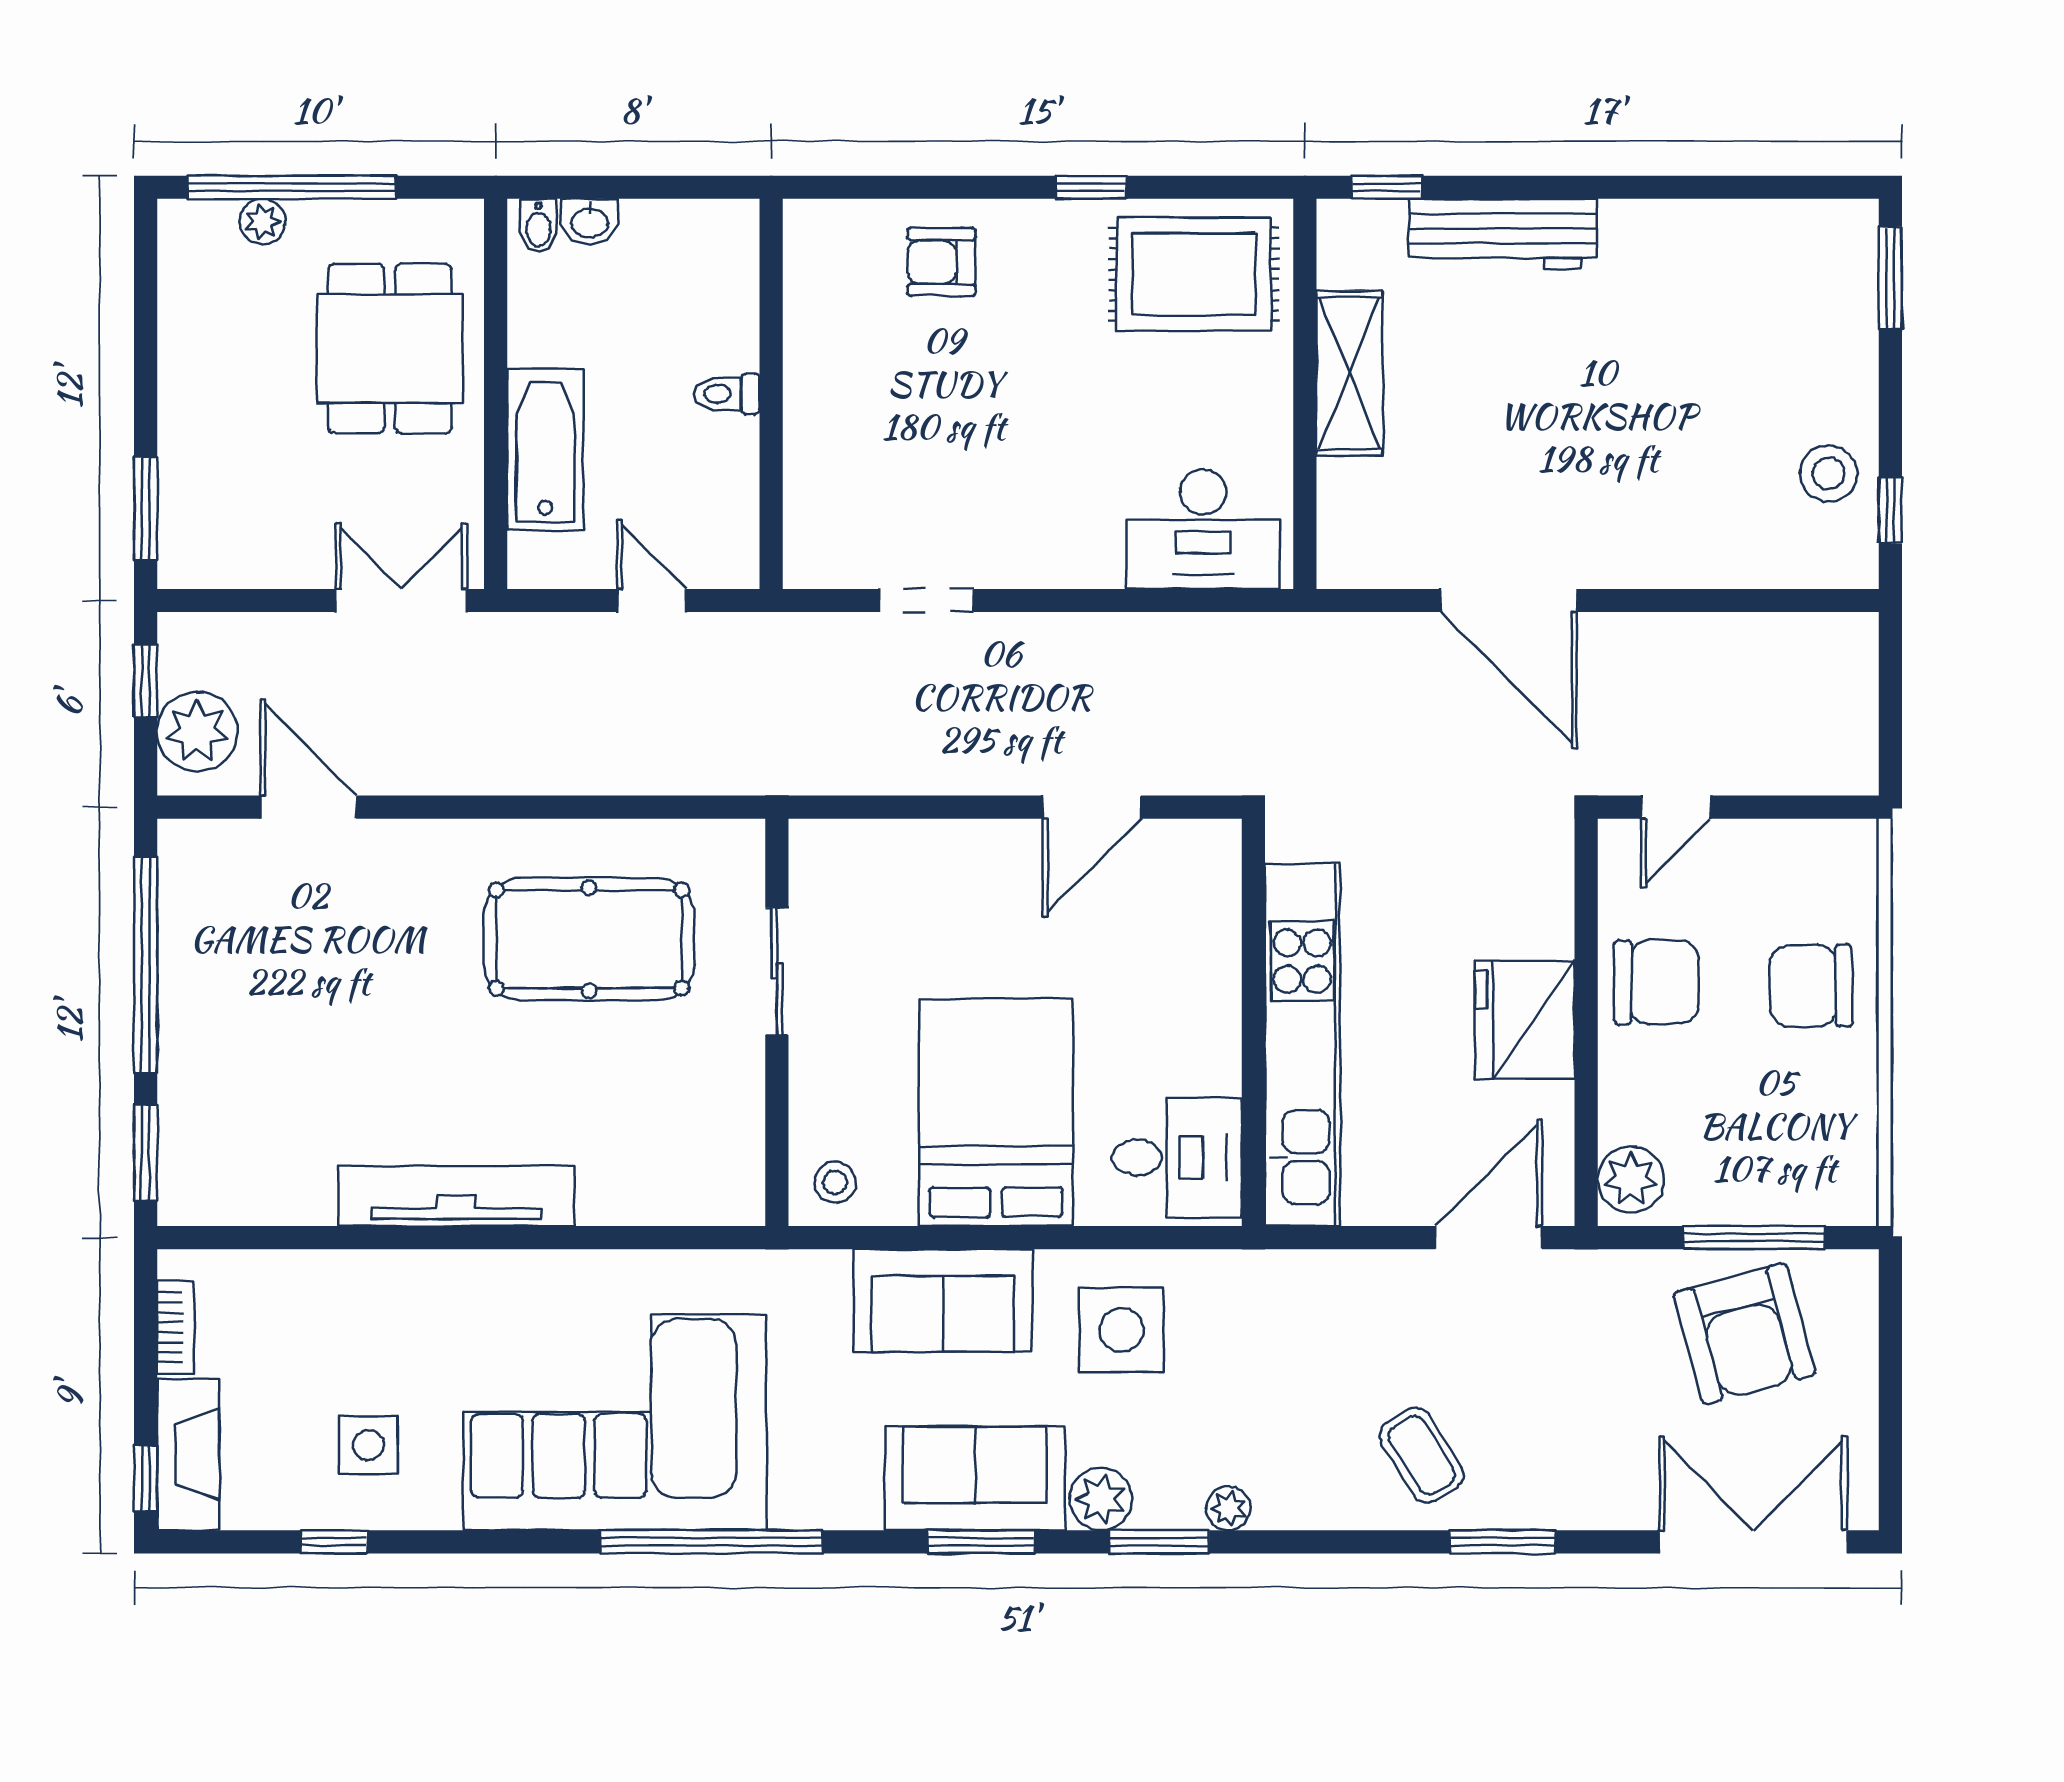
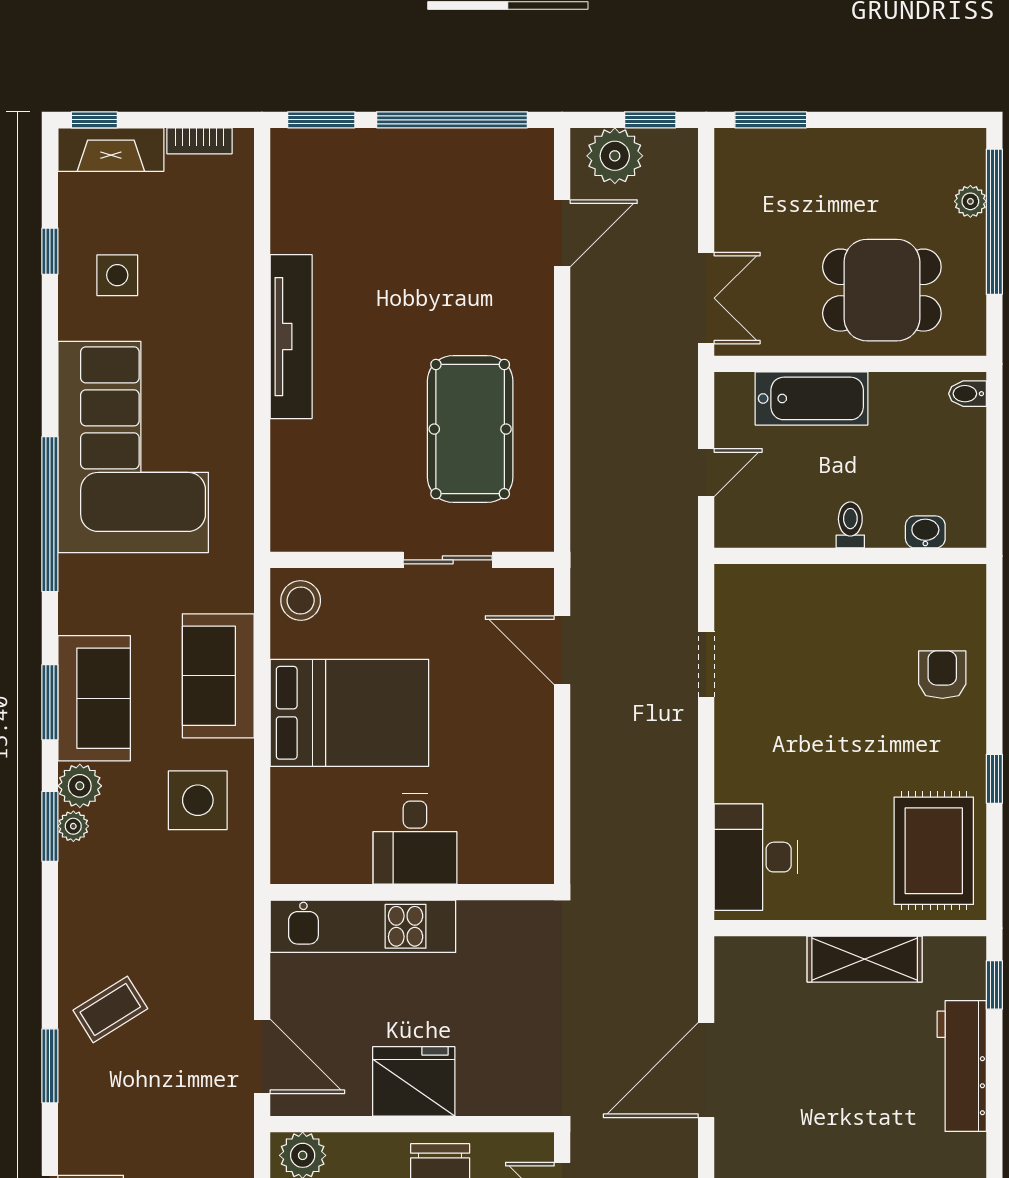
washbasin: (590, 222) -> (925, 532), moved, turned 90
door: (1092, 807) -> (562, 650), moved
kitchen unit: (1302, 1045) -> (363, 926), width x0.73
desk: (1177, 1158) -> (415, 839), moved
stool: (835, 1182) -> (301, 600), width x1.37, depth x1.37
plant: (1228, 1508) -> (73, 826), moved

